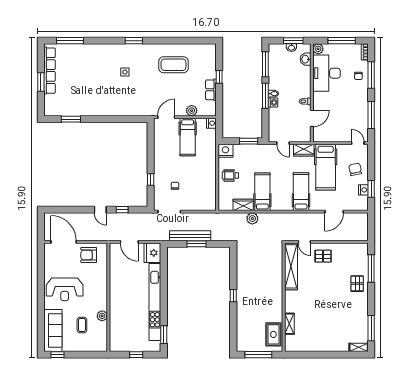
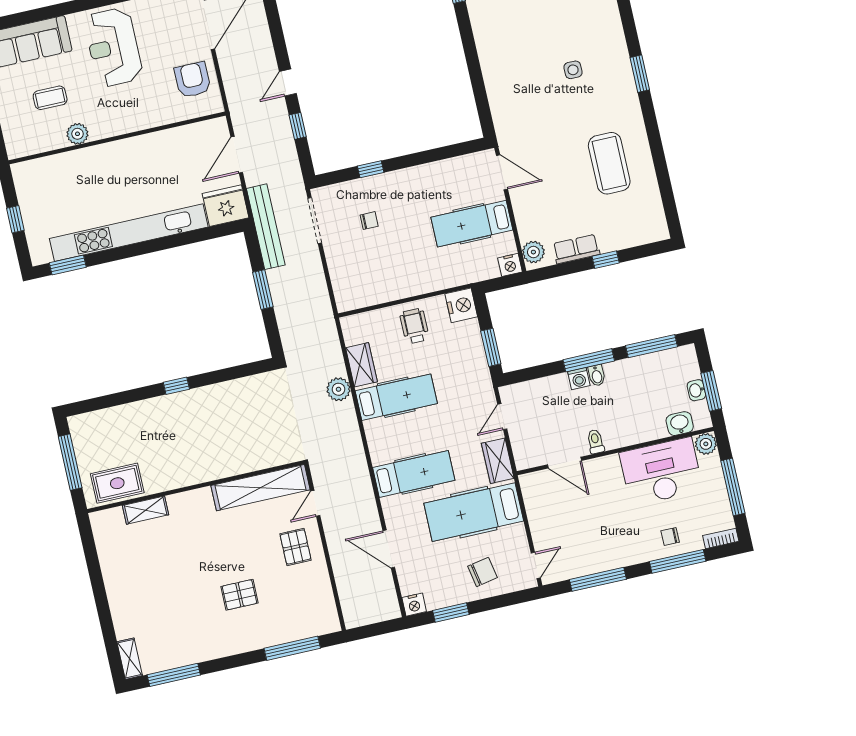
plant: (192, 111) -> (533, 252), moved
nightstand: (363, 190) -> (414, 605), moved
bench: (190, 236) -> (266, 227), moved
pallet: (357, 284) -> (239, 595), moved

